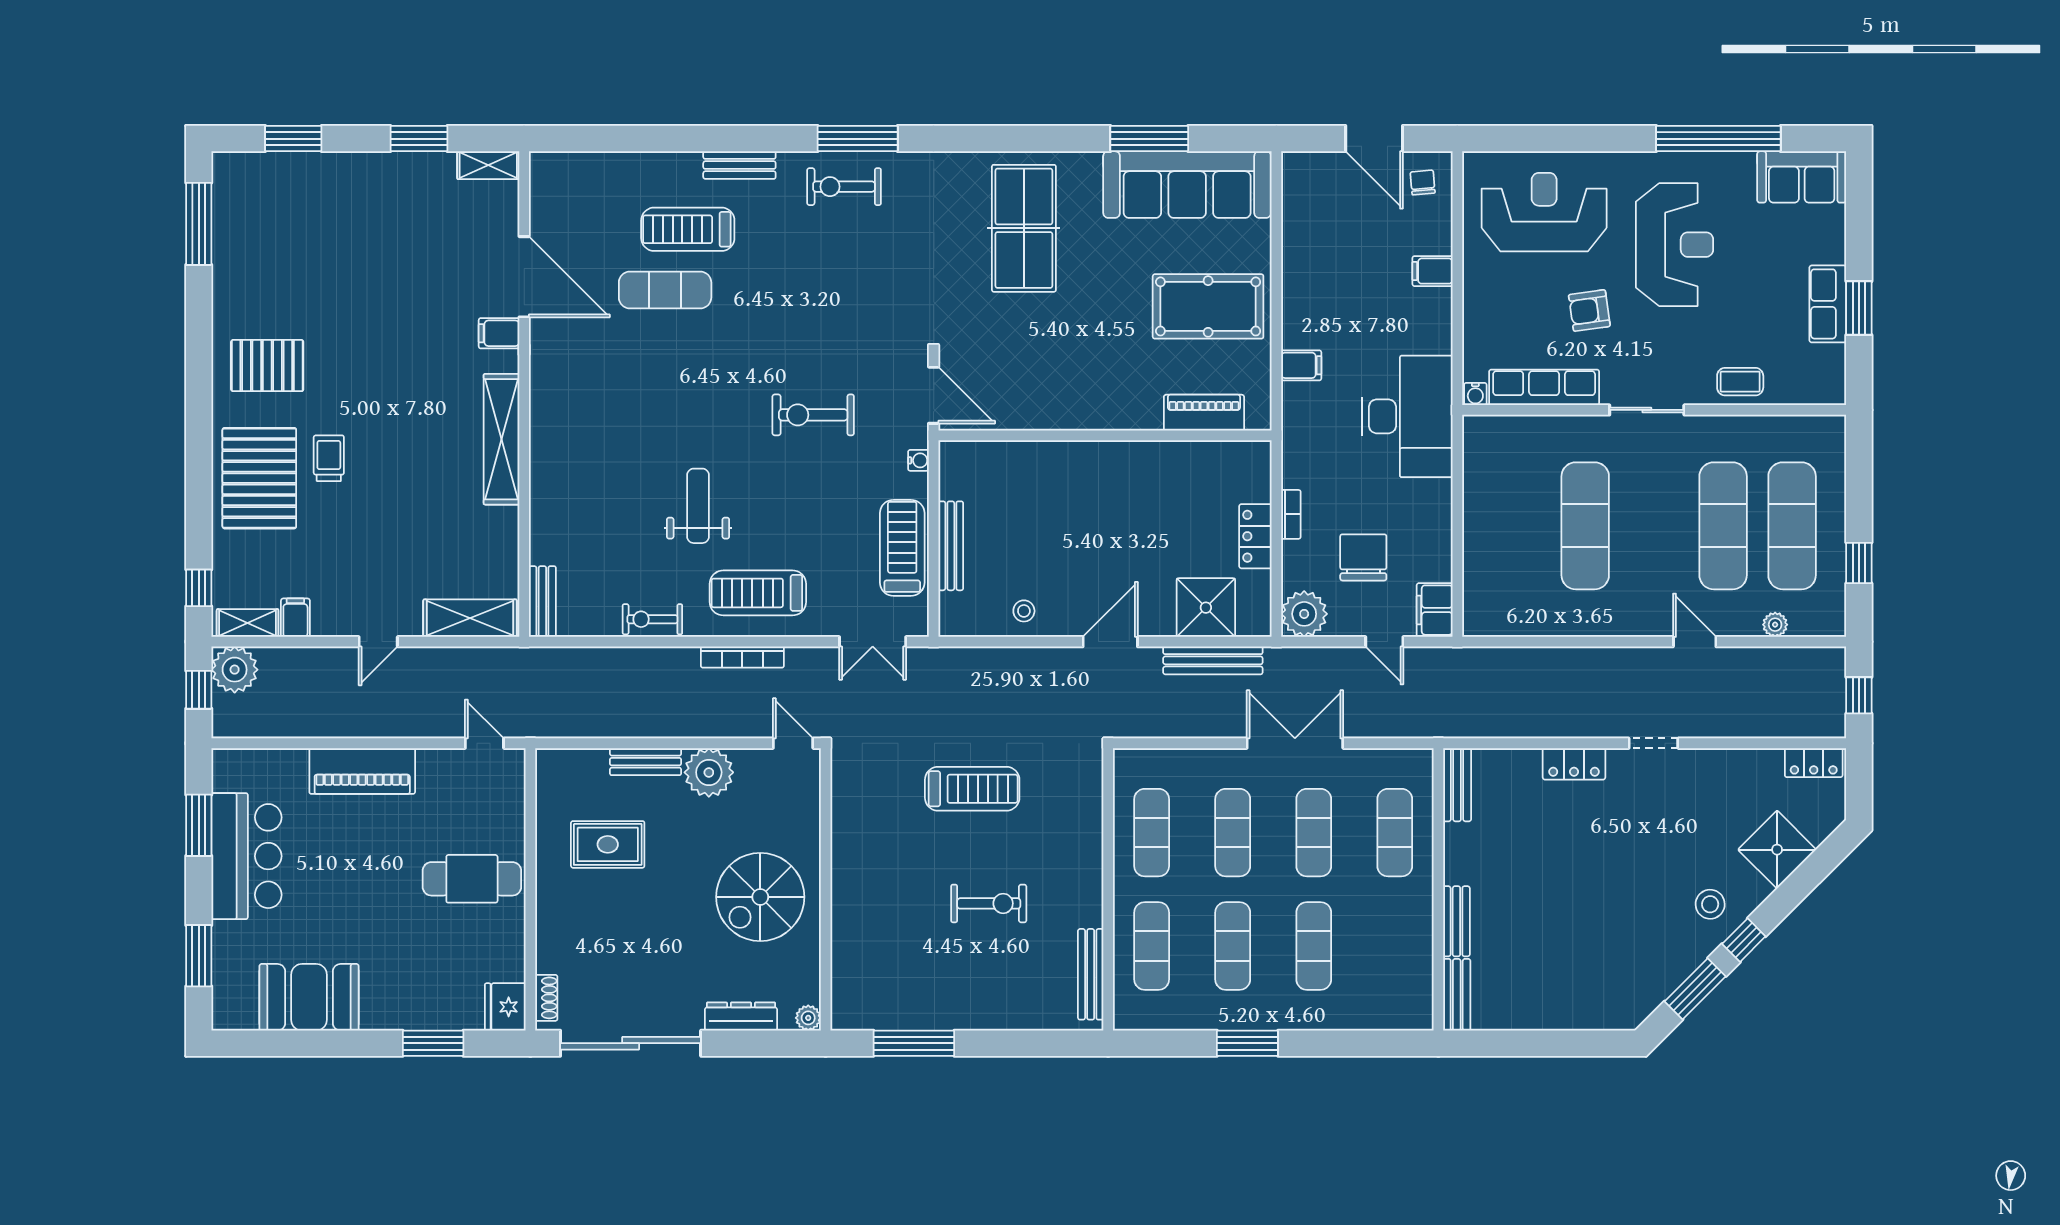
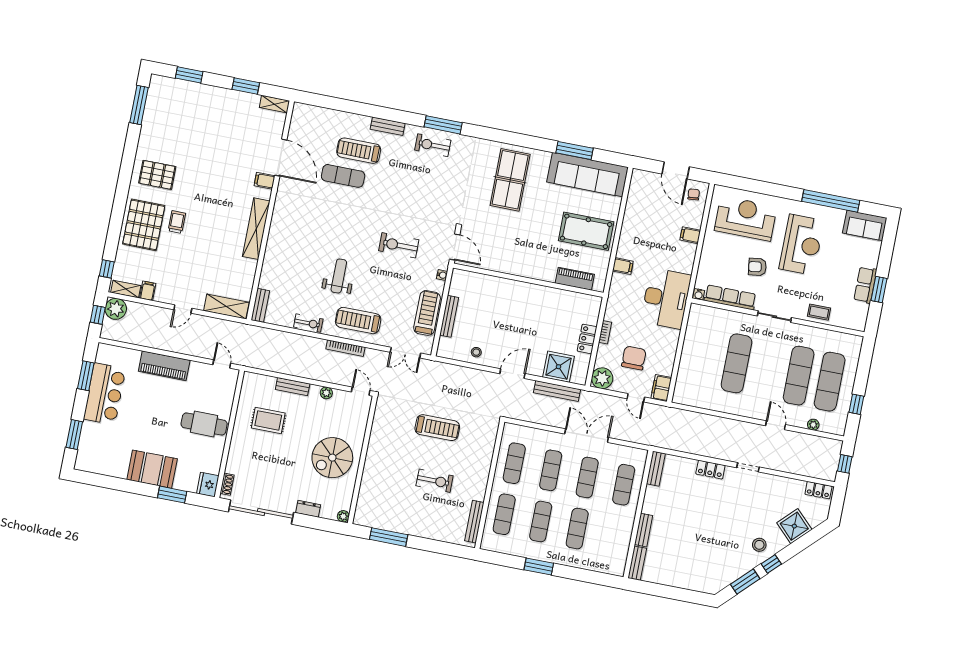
exercise bike: (652, 619) -> (308, 323), turned 180
plant: (709, 772) -> (326, 393), width x0.53, depth x0.53
booth: (309, 997) -> (152, 469), moved
dresser: (741, 1016) -> (308, 509), width x0.70

